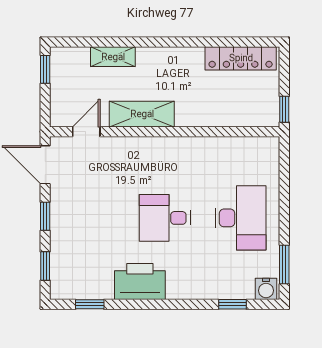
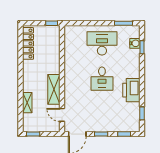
water cooler: (266, 289) -> (135, 43), moved

